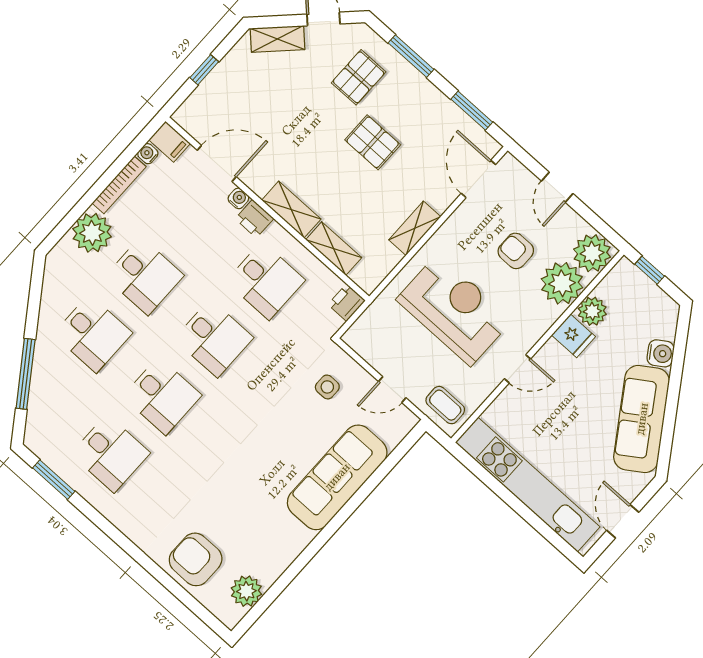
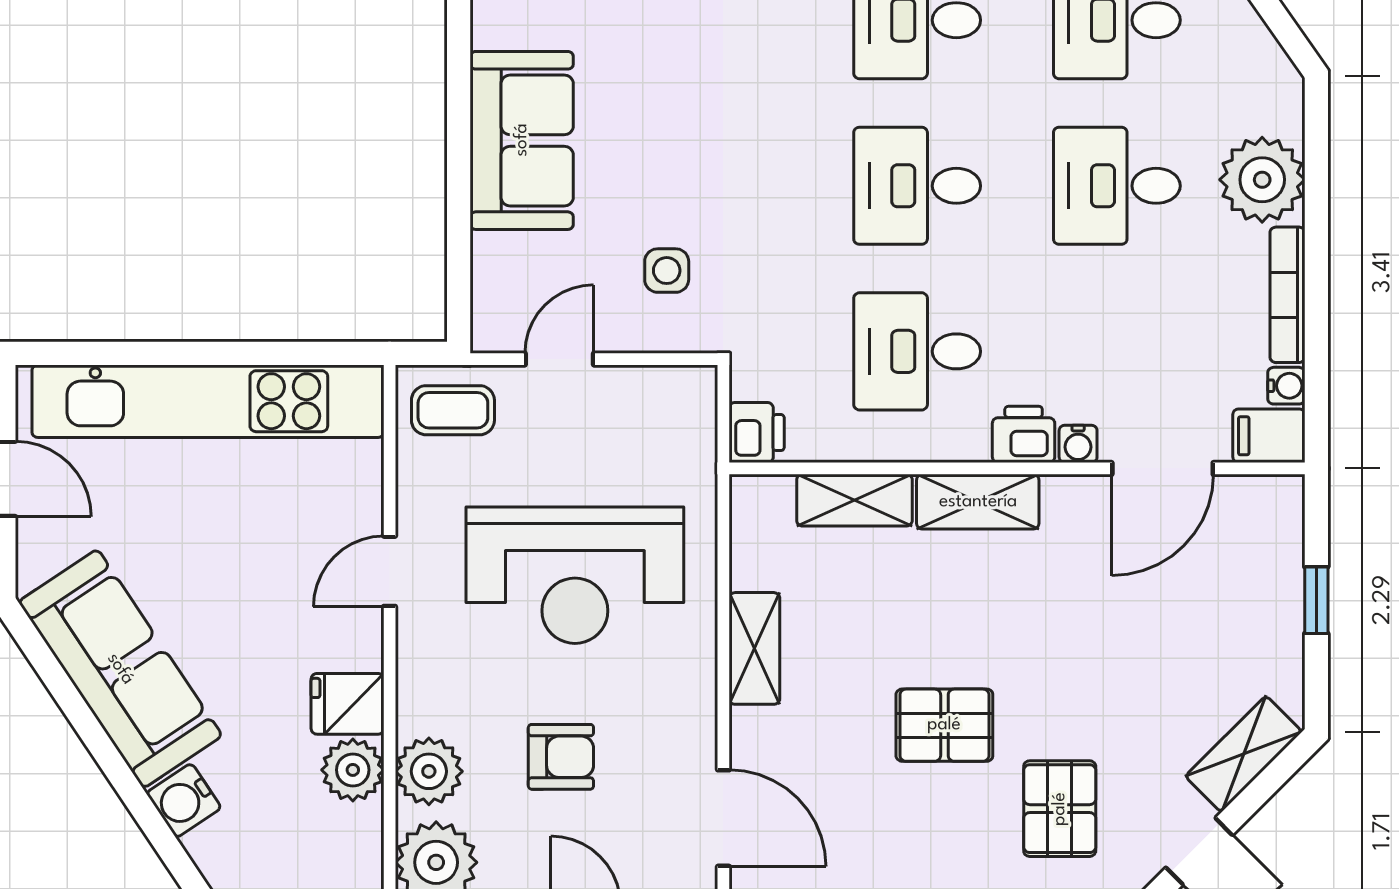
plant: (562, 283) -> (429, 771), width x0.73, depth x0.73
sofa: (337, 477) -> (522, 140), width x0.73

